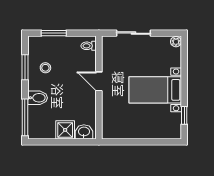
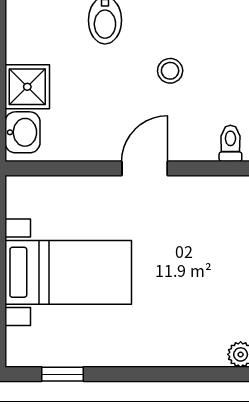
stool: (45, 68) -> (170, 71), moved
bed with nightstands: (155, 90) -> (68, 272), moved, turned 90

